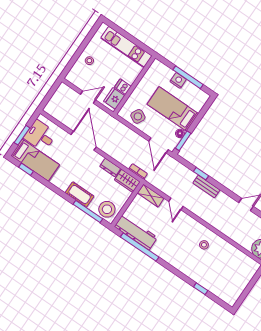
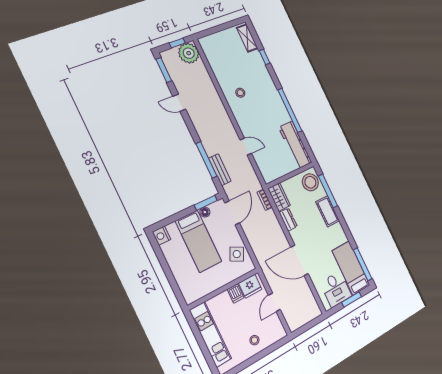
window: (188, 77) -> (165, 265), removed
nightstand: (178, 80) -> (161, 236), moved
door: (88, 97) -> (274, 302), hinge flipped
door: (84, 141) -> (300, 260), hinge flipped
window: (26, 169) -> (363, 264), width x2.17
window: (201, 174) -> (206, 160), width x2.17
bench: (206, 186) -> (220, 170), moved
shelving: (151, 196) -> (247, 38), moved
door: (176, 204) -> (246, 147), hinge flipped
window: (140, 247) -> (290, 110), moved

